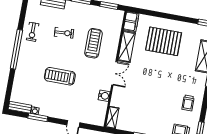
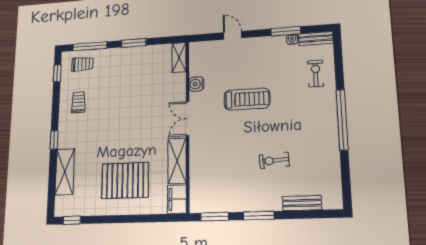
exercise bike: (33, 32) -> (316, 74), moved
treadmill: (94, 43) -> (227, 155), removed
treadmill: (60, 76) -> (247, 99), moved

